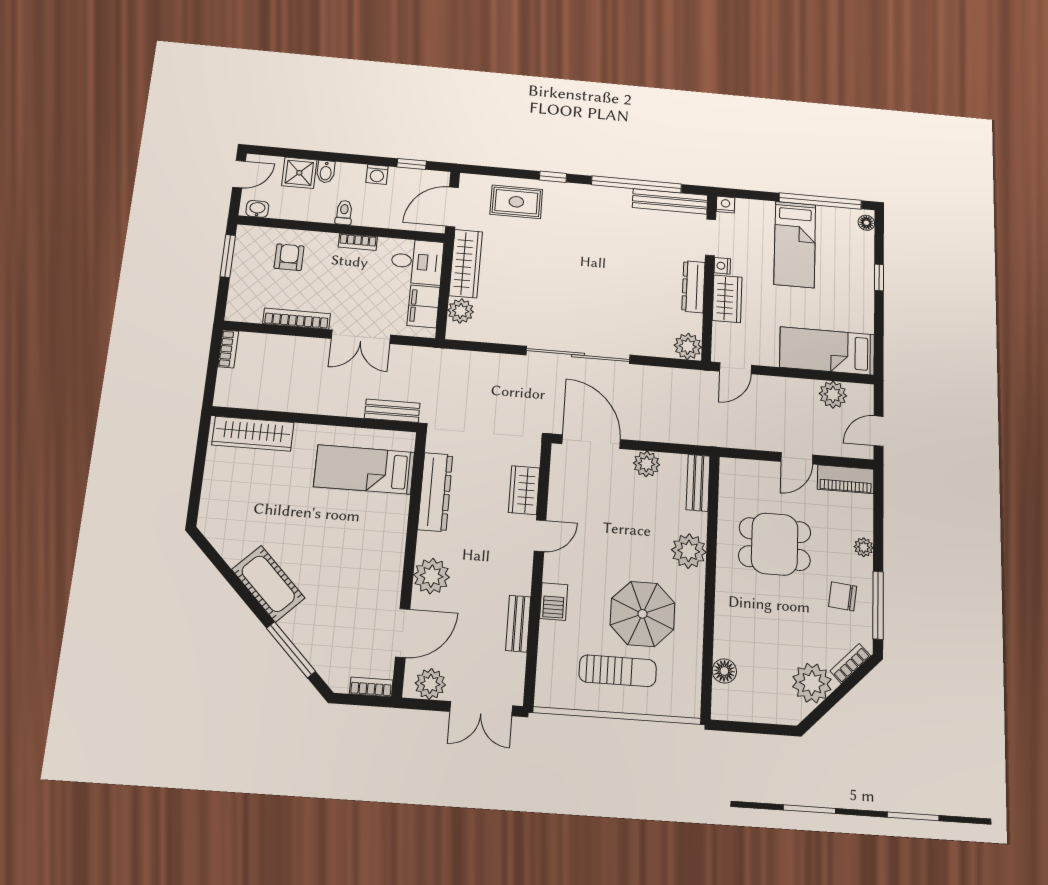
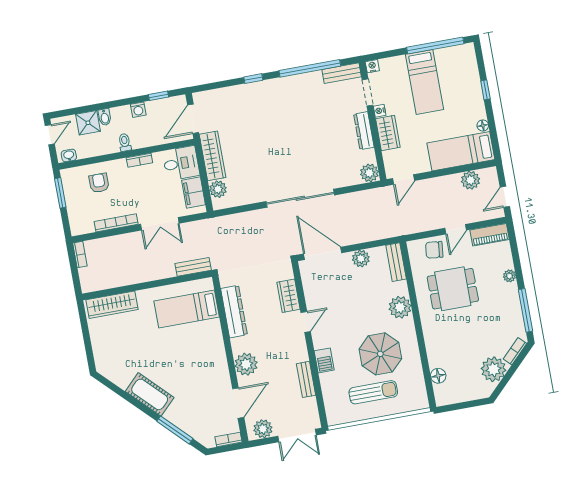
bench: (670, 201) -> (342, 73), width x0.73
rug: (516, 202) -> (234, 103), removed
floor lamp: (866, 223) -> (483, 125), moved
chair: (843, 596) -> (434, 250), moved

